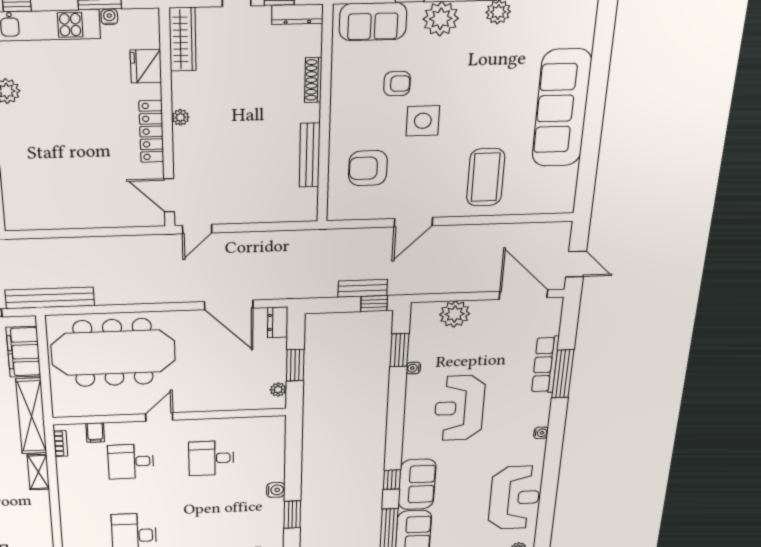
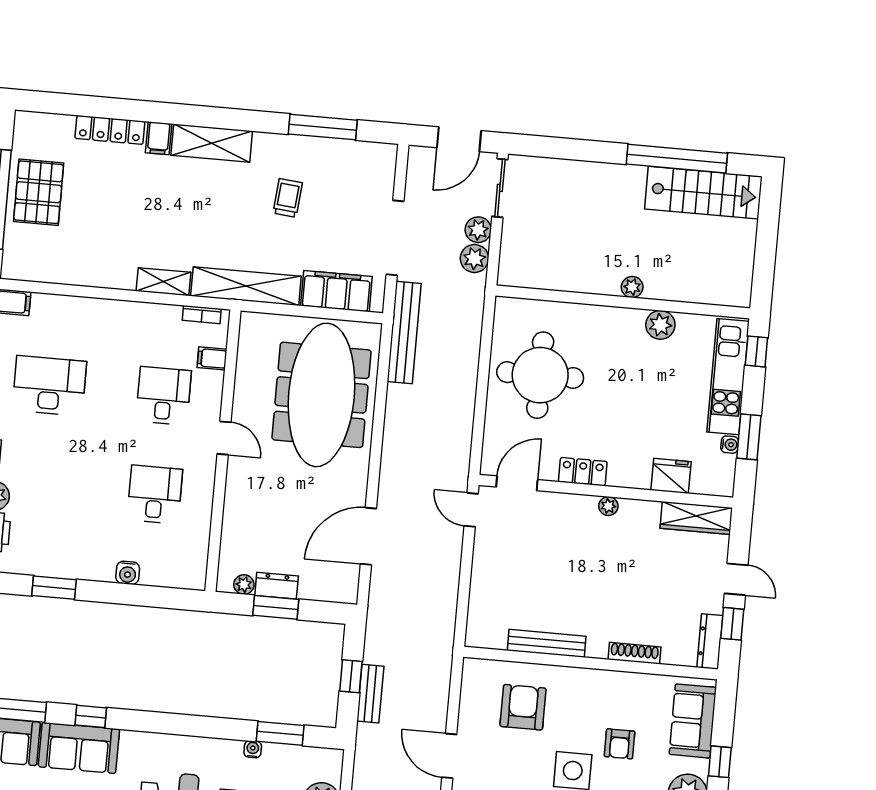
locker: (151, 131) -> (583, 472), width x0.66
round table: (70, 187) -> (540, 375), added
window: (374, 304) -> (351, 676), moved
dresser: (278, 322) -> (277, 586), moved
water cooler: (276, 490) -> (128, 573), moved

